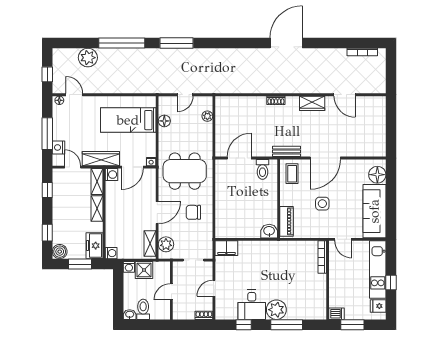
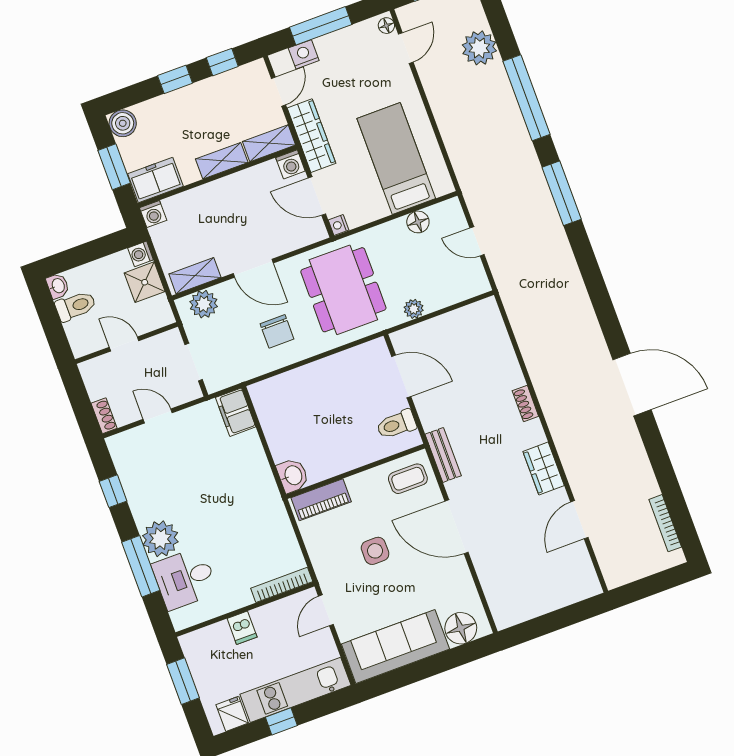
plant: (207, 116) -> (414, 309), moved
chair: (193, 212) -> (277, 331), turned 180
window: (47, 233) -> (175, 79), moved
desk: (252, 305) -> (185, 578), moved
dishwasher: (336, 314) -> (242, 628), moved

